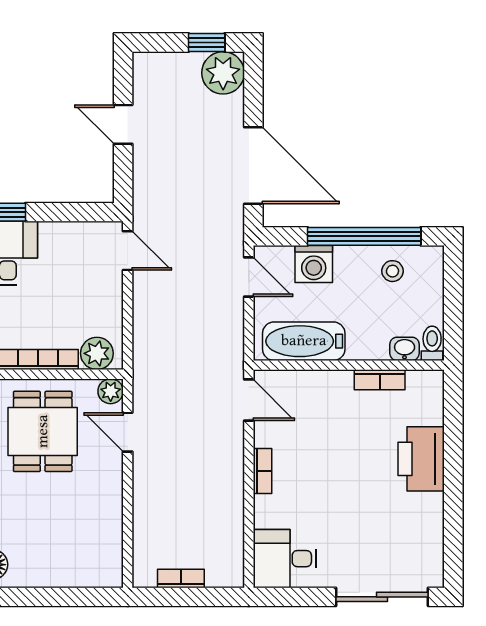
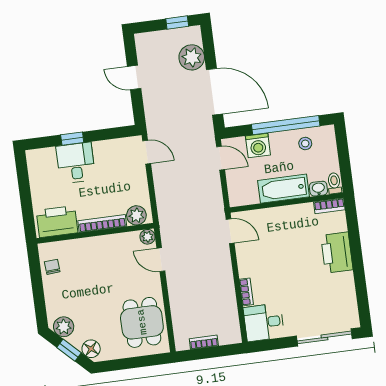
plant: (223, 73) -> (192, 57), moved
bathtub: (304, 341) -> (283, 189), moved
bookcase: (380, 380) -> (329, 206), moved
dining table: (43, 431) -> (142, 322), moved
bookcase: (262, 471) -> (246, 292), moved

